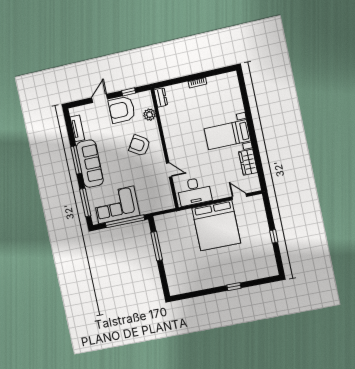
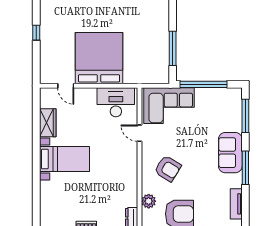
sofa: (90, 164) -> (230, 153), width x0.73
corner sofa: (116, 205) -> (169, 106), moved

